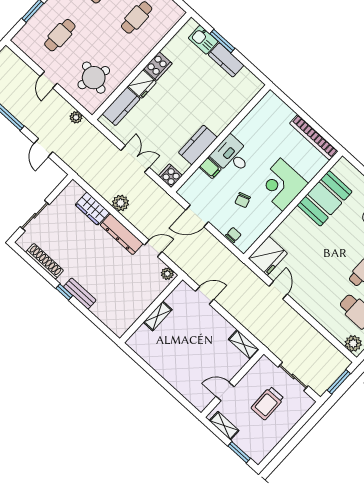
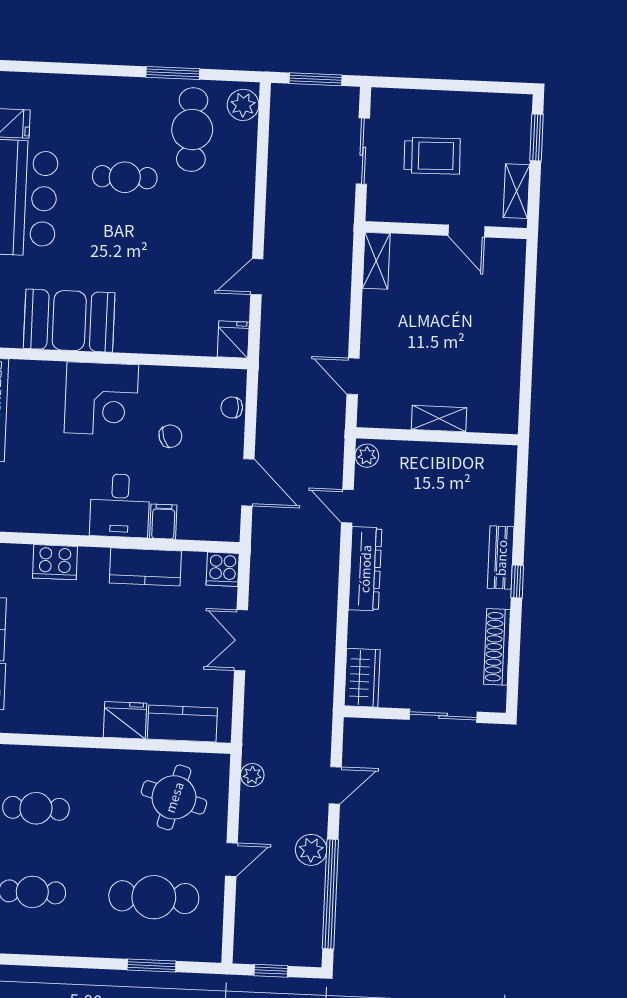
cafe table: (60, 35) -> (154, 897), width x1.37, depth x1.35
cooker: (158, 66) -> (55, 562), moved, turned 180
plant: (121, 203) -> (311, 850), moved
wardrobe: (92, 209) -> (362, 678), moved
fridge: (268, 256) -> (233, 339), width x0.53, depth x0.75

